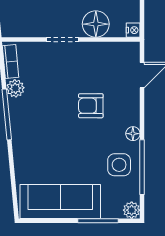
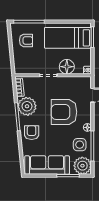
plant: (15, 88) -> (27, 106), width x1.88, depth x1.88
armchair: (91, 106) -> (64, 112), width x1.88, depth x1.88
armchair: (32, 143) -> (32, 133), added
plant: (132, 210) -> (82, 166), width x1.87, depth x1.87

